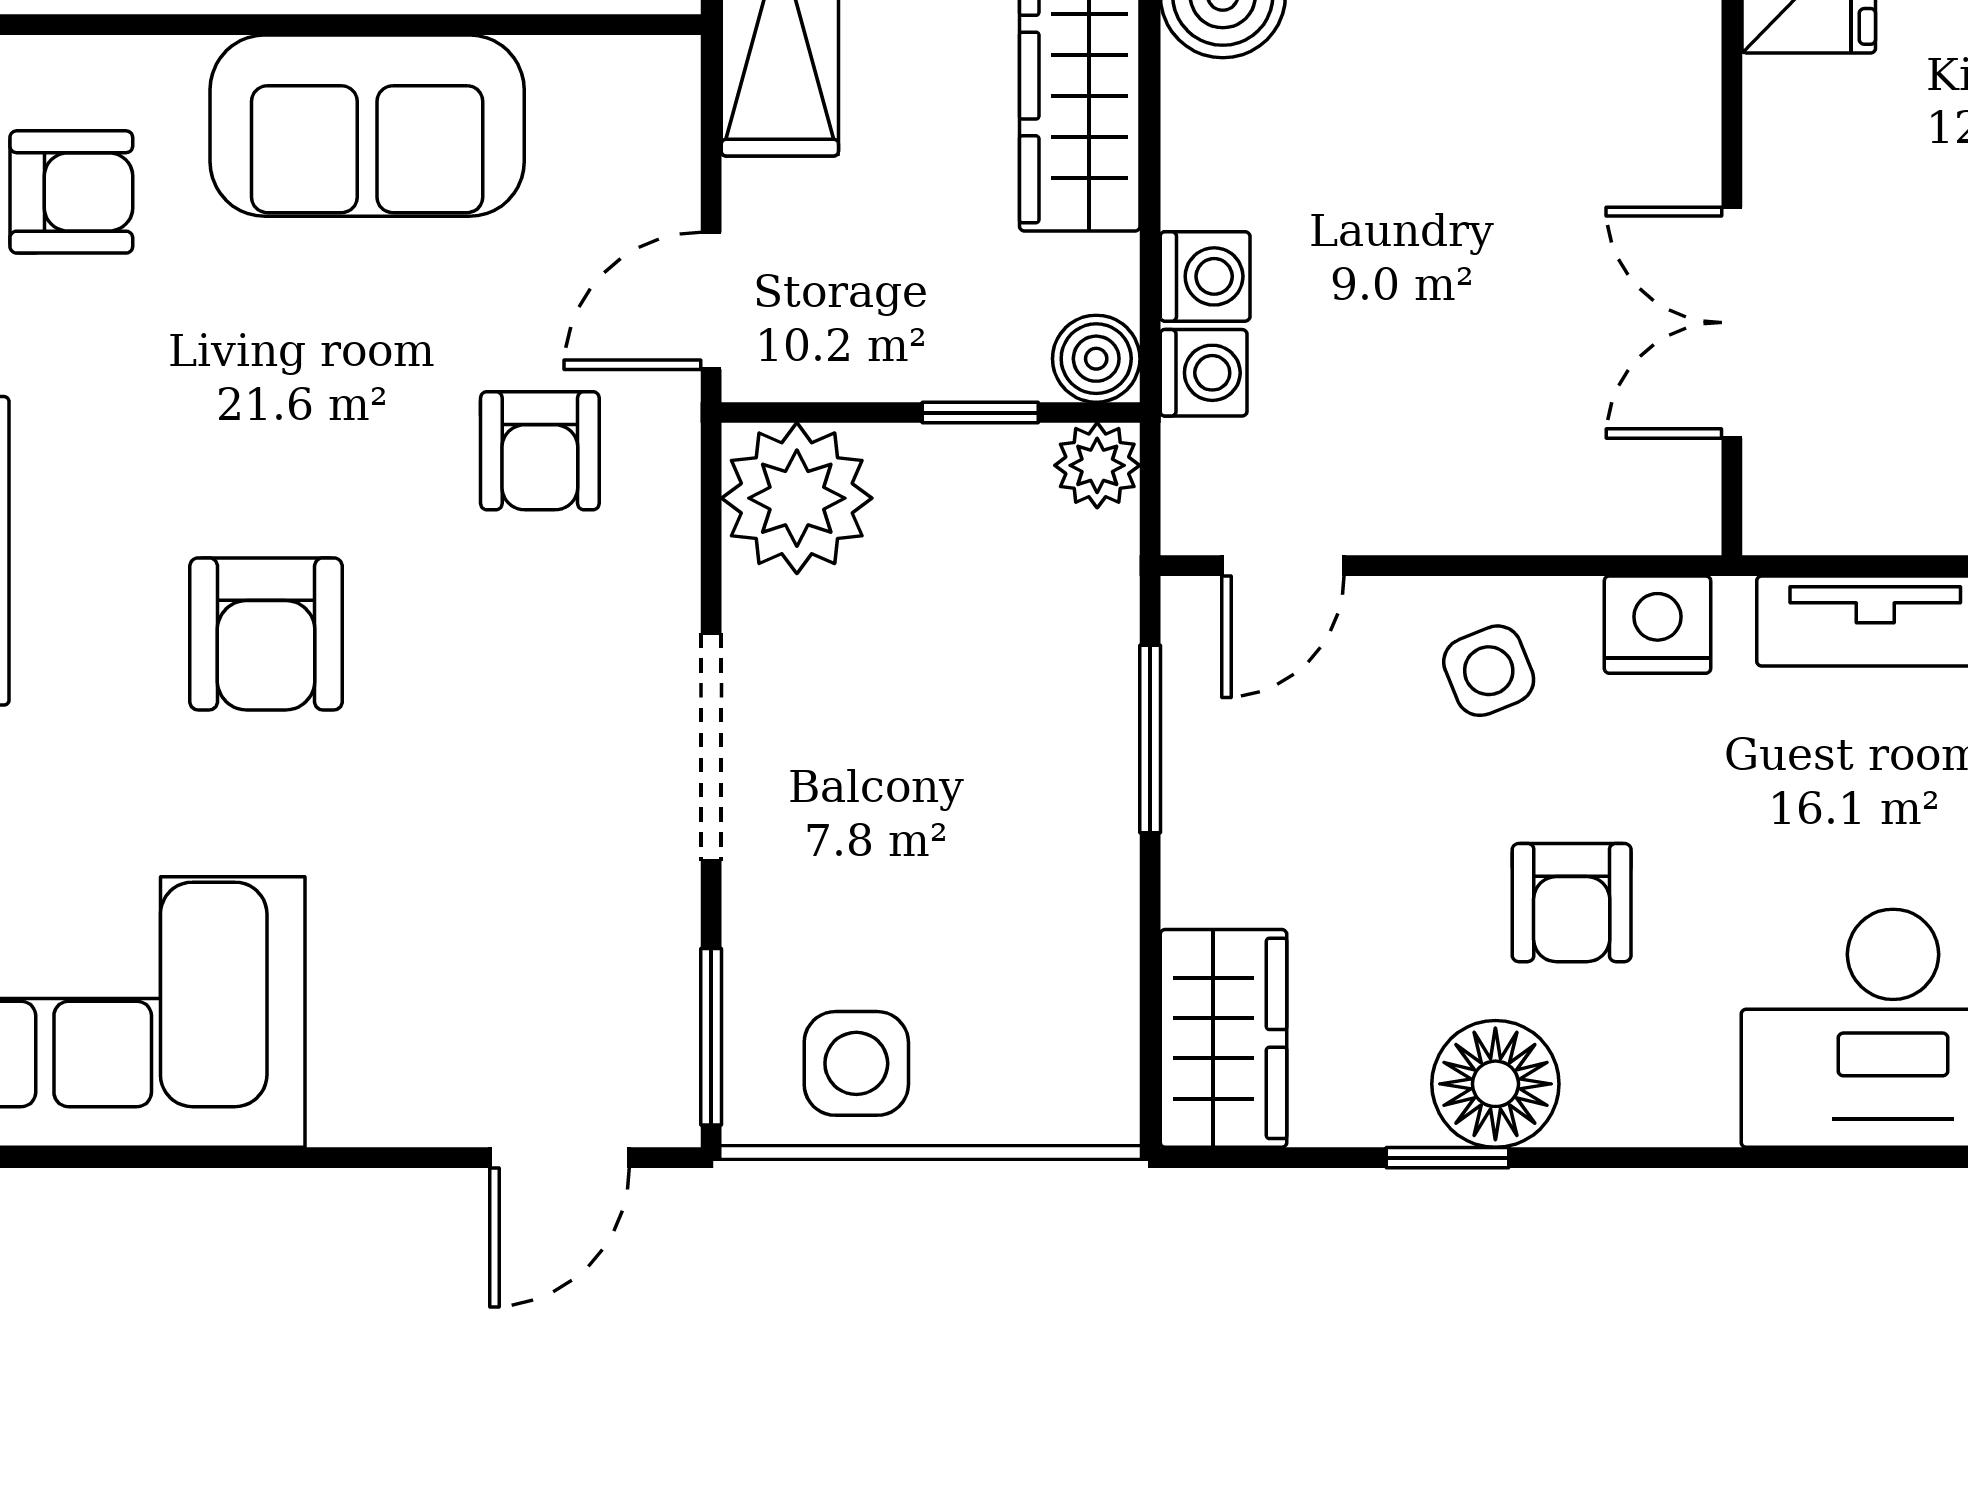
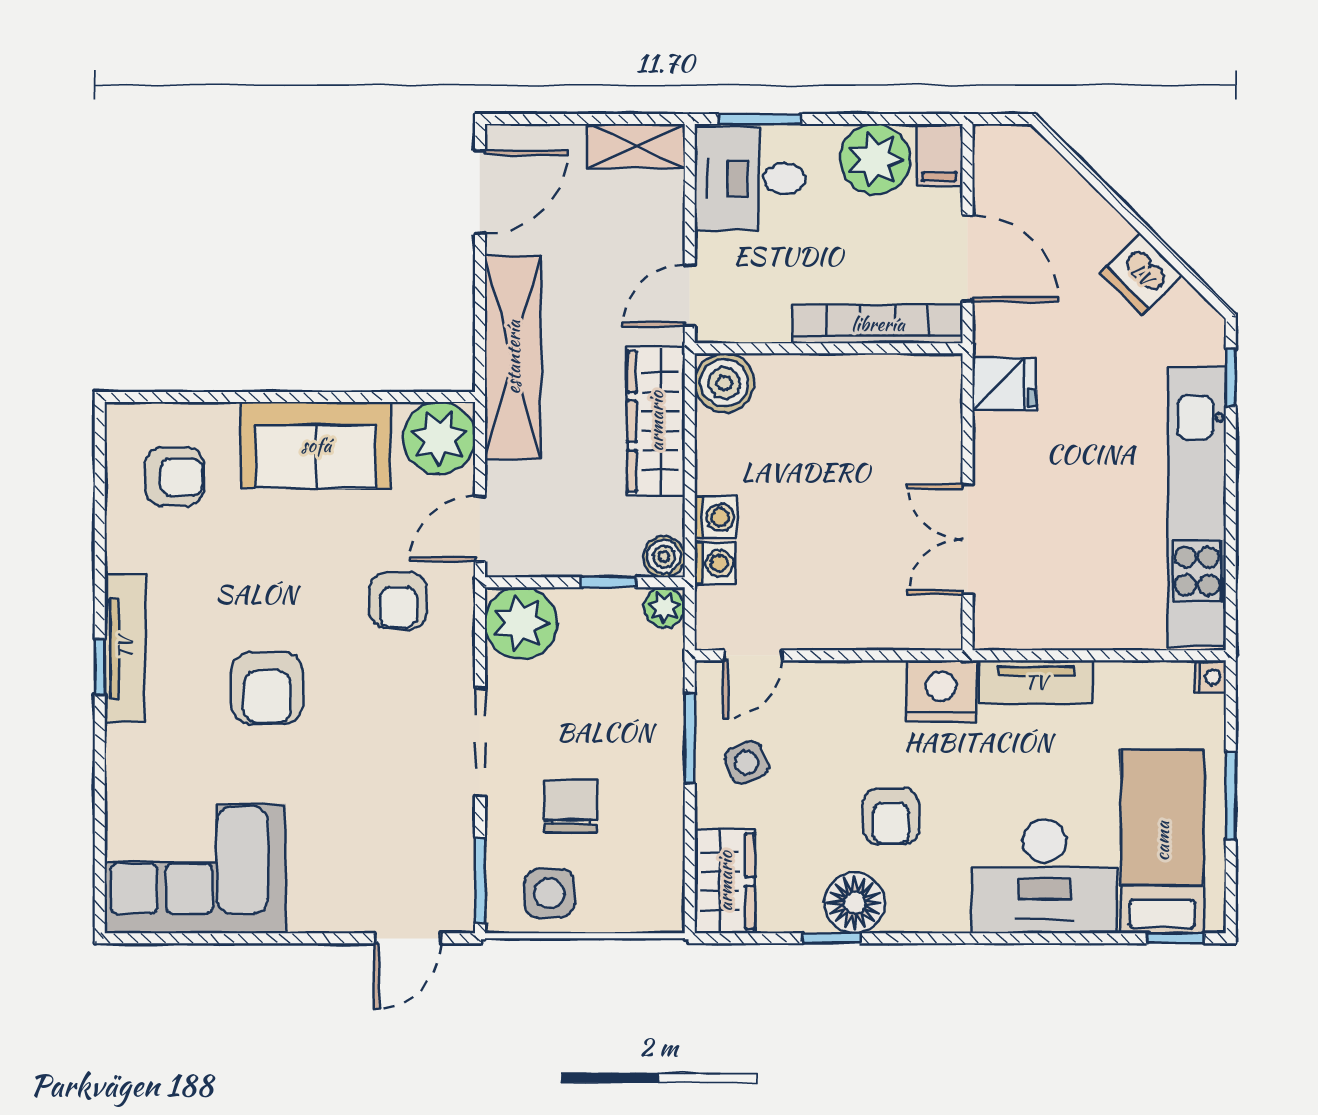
plant: (625, 111) -> (439, 438), added
nightstand: (1658, 625) -> (941, 691), width x1.36, depth x1.33
side table: (1489, 671) -> (746, 762), moved
chair: (902, 881) -> (571, 806), added

